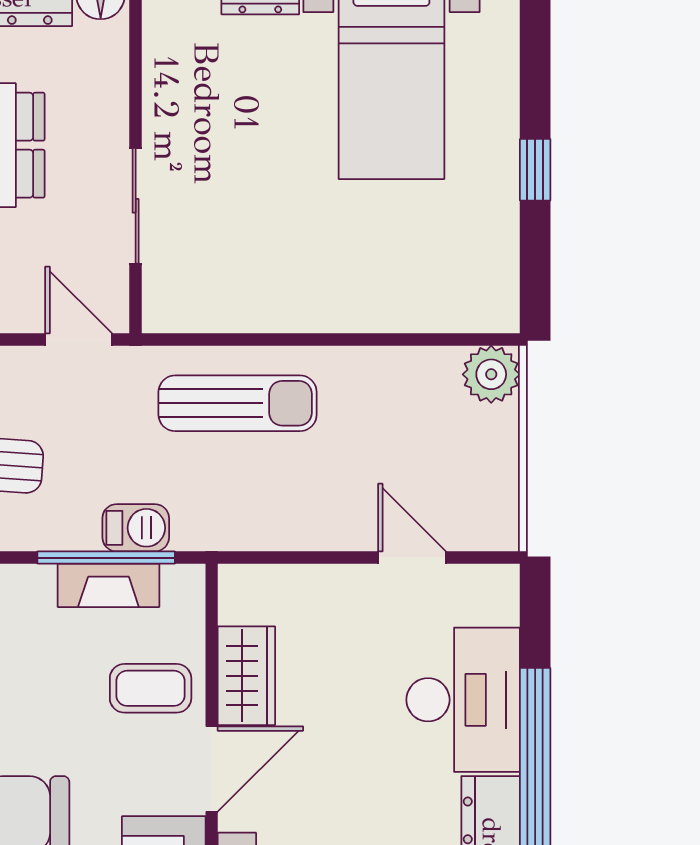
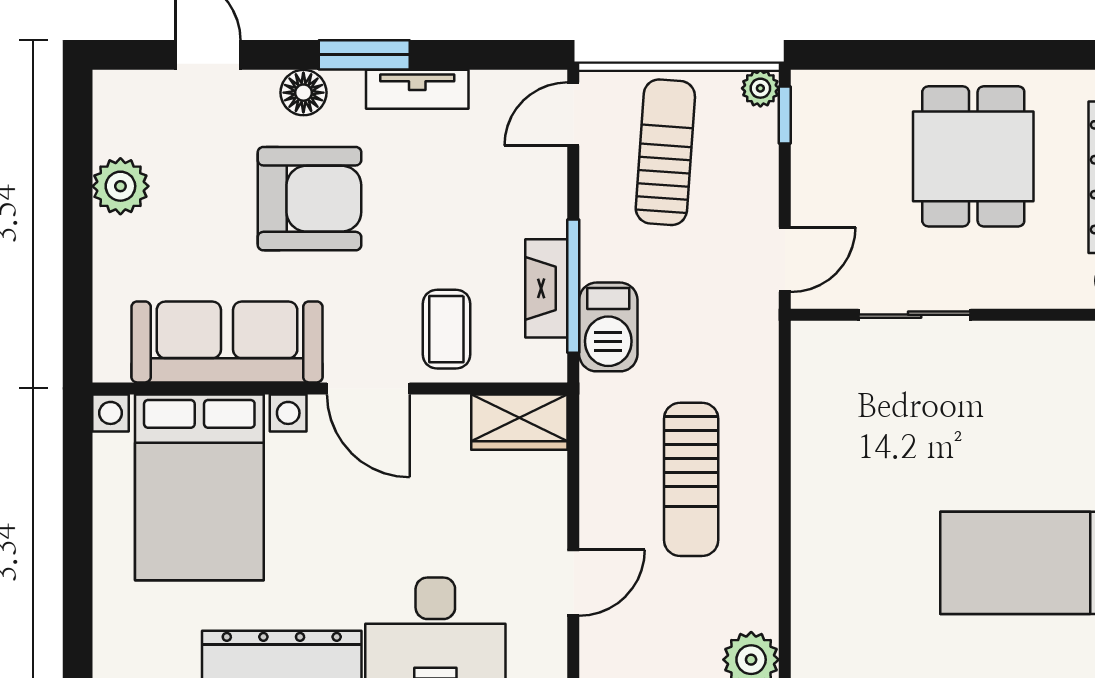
sun lounger: (238, 403) -> (691, 479), moved
barbecue: (136, 528) -> (608, 327), width x1.38, depth x1.27
wardrobe: (246, 676) -> (519, 422), moved

